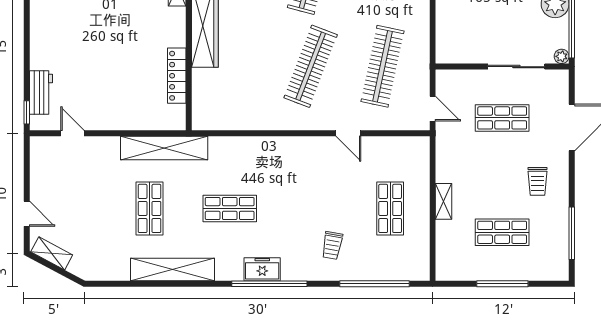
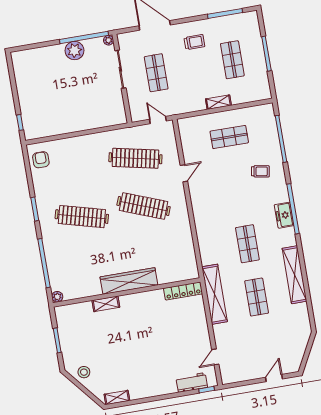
locker: (177, 76) -> (183, 291), moved
door: (433, 109) -> (158, 120), hinge flipped
shop shelf: (150, 208) -> (257, 297), turned 90
shelving: (52, 253) -> (298, 357), removed

